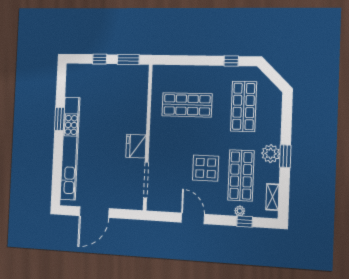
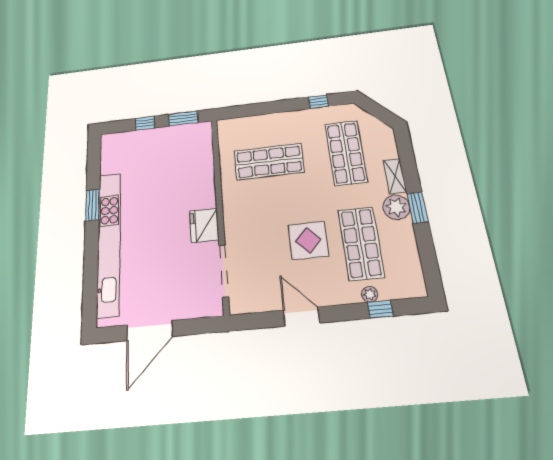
shelving: (272, 197) -> (395, 176), moved

